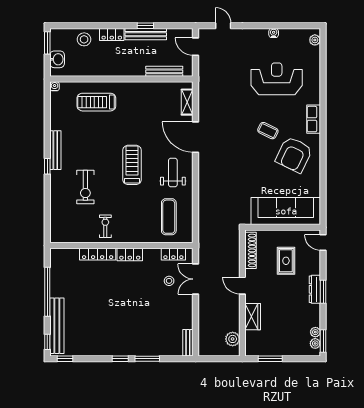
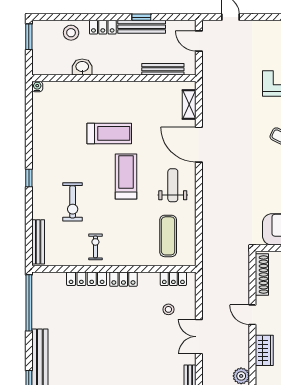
washbasin: (57, 59) -> (82, 67), moved, turned -90
treadmill: (96, 102) -> (109, 133), moved, turned 180
bench: (55, 150) -> (38, 242), moved
double door: (196, 279) -> (199, 337), moved
window: (47, 292) -> (29, 303), moved

